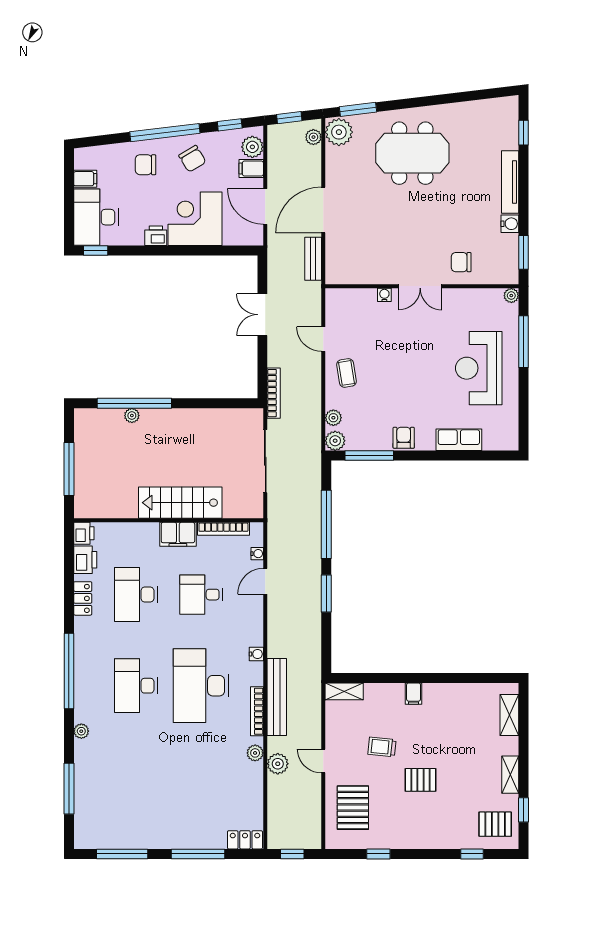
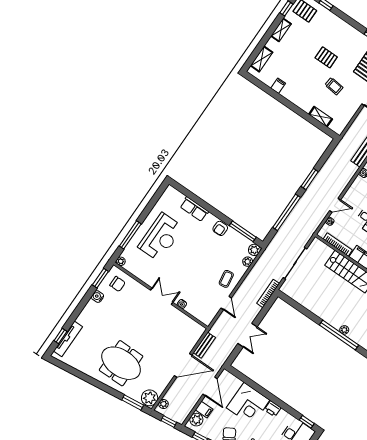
tv unit: (510, 182) -> (68, 339), moved
chair: (461, 262) -> (118, 284), moved
shelving: (344, 691) -> (321, 117), moved
filing cabinet: (414, 694) -> (278, 86), moved

